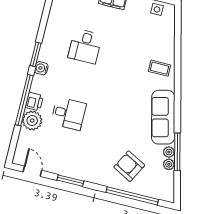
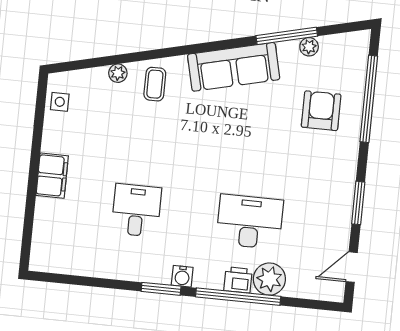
desk: (85, 46) -> (136, 210), turned -90
desk: (68, 114) -> (250, 222), width x1.37
plant: (169, 152) -> (118, 73), moved
armchair: (129, 166) -> (321, 111), turned 152

